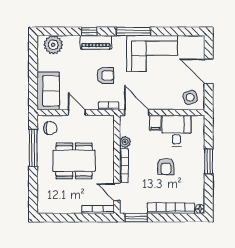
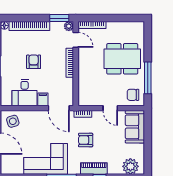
plant: (125, 142) -> (69, 26), moved
dining table: (74, 161) -> (122, 59), moved

